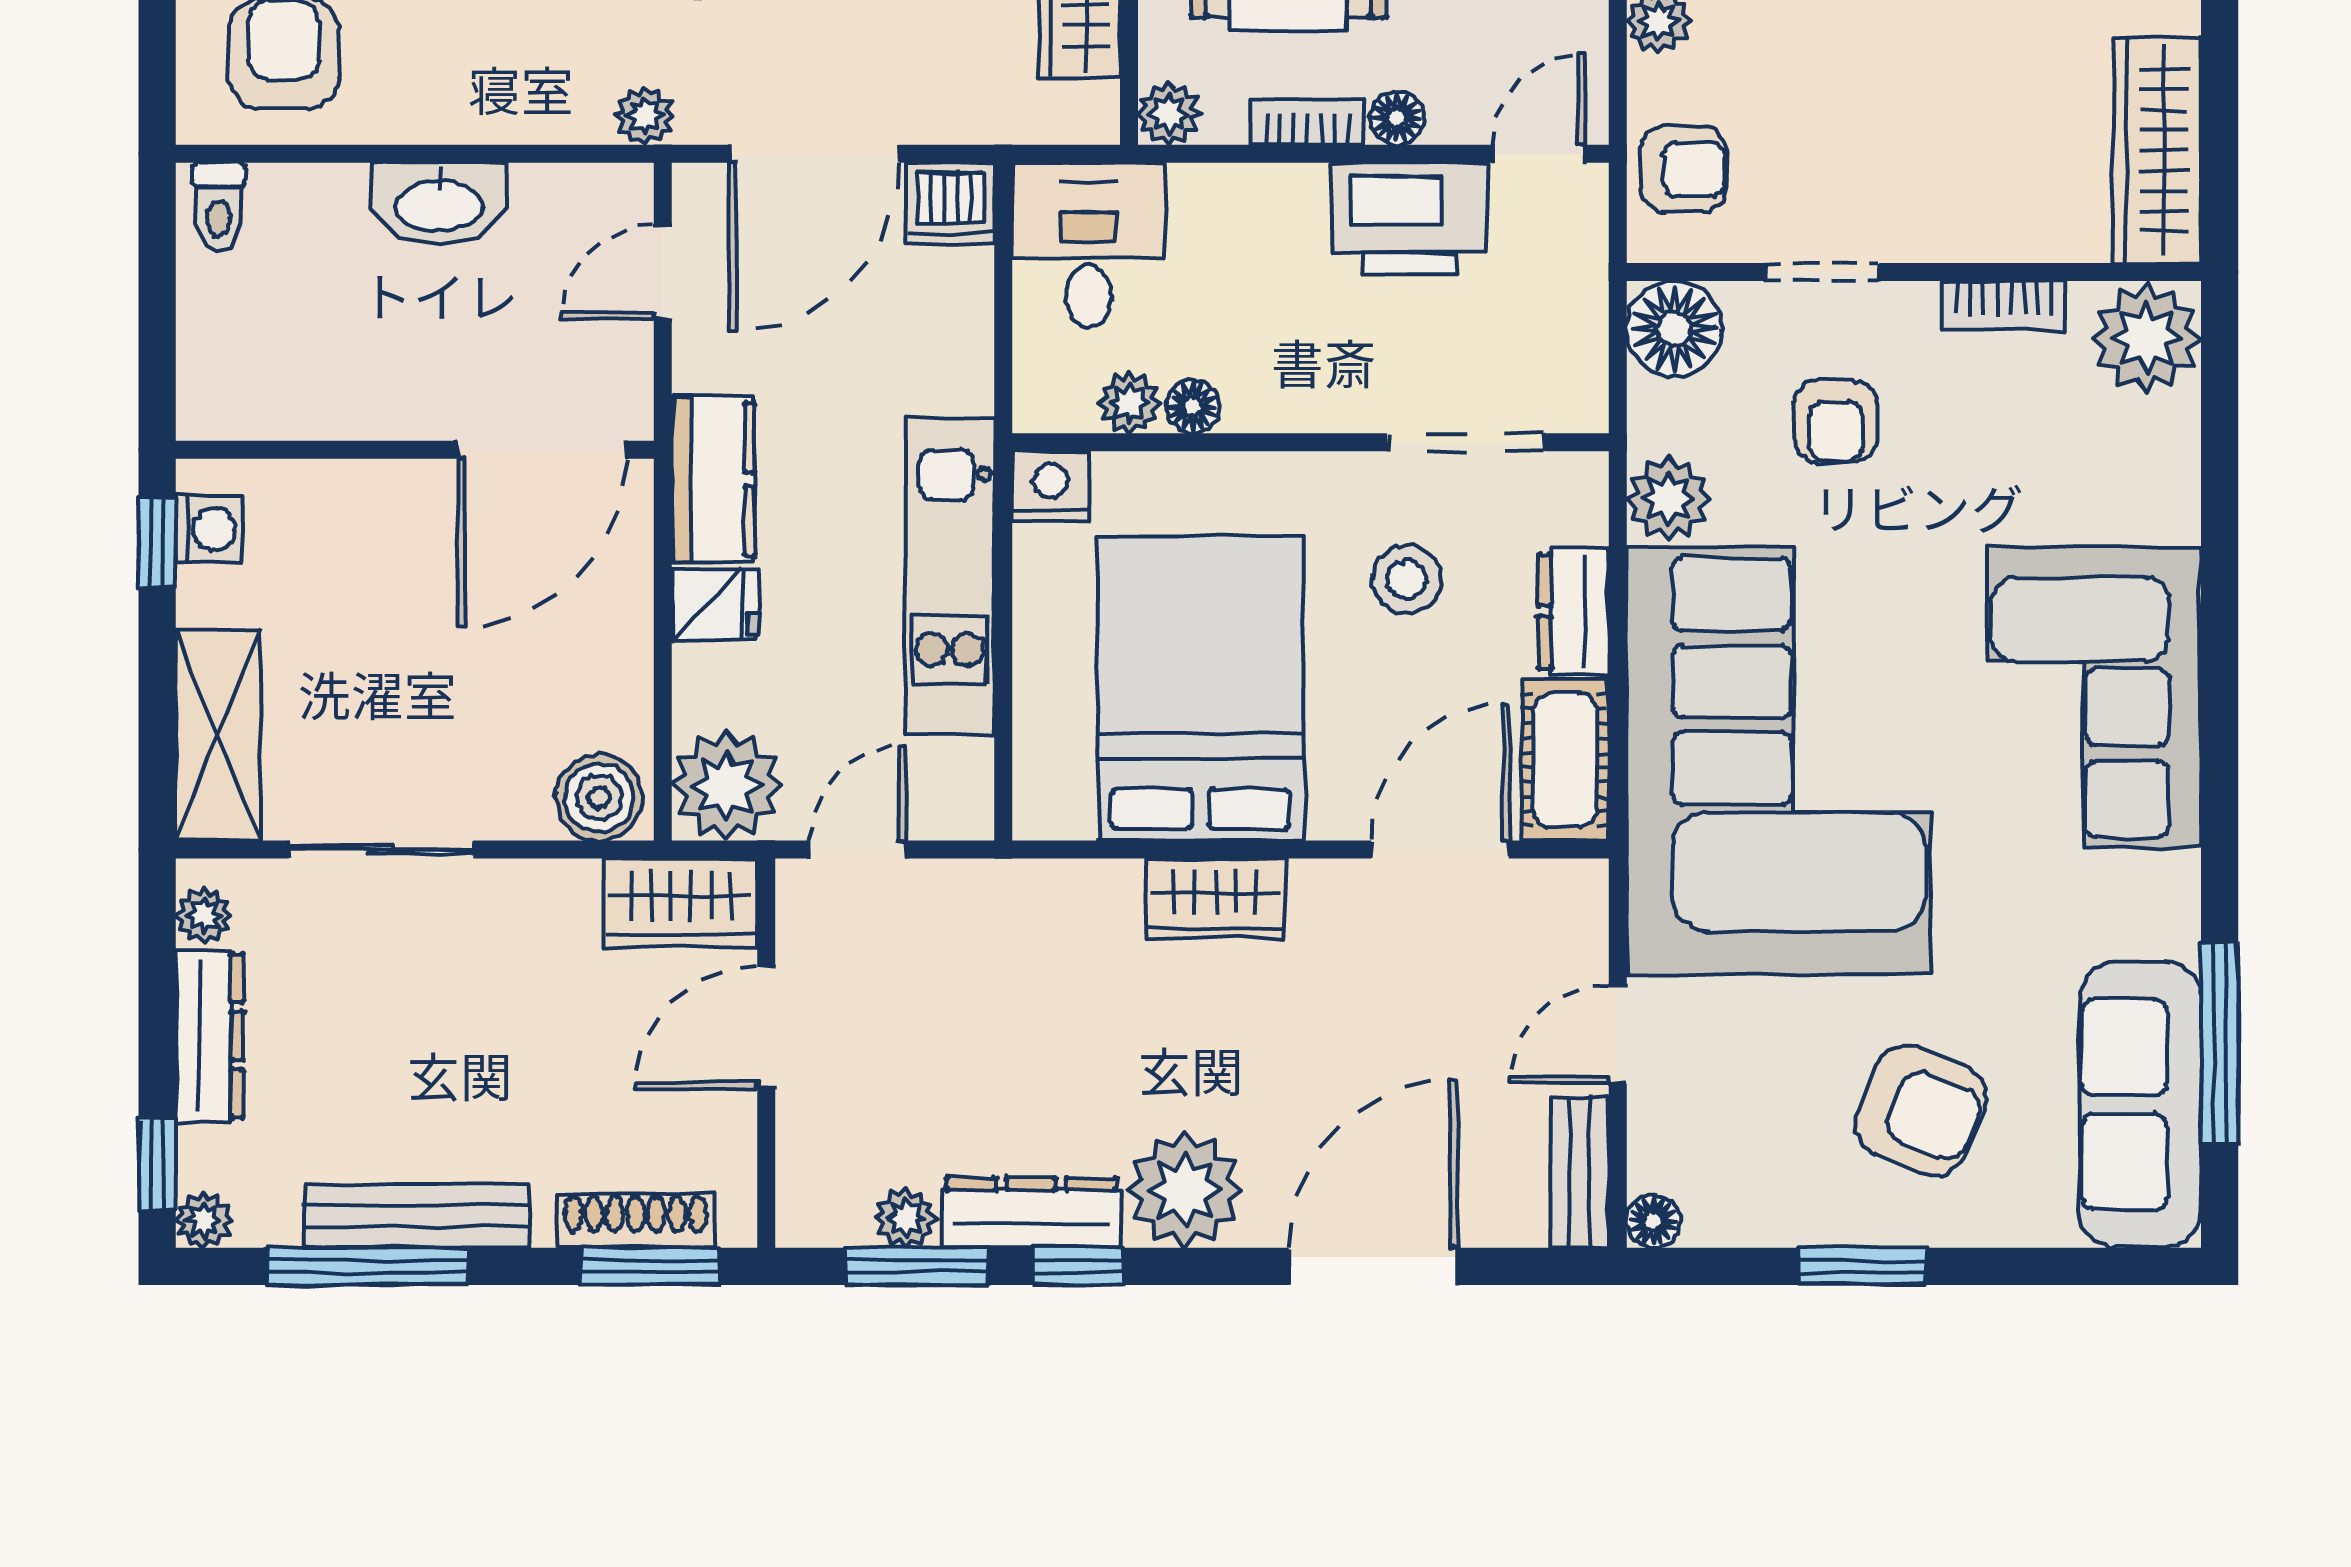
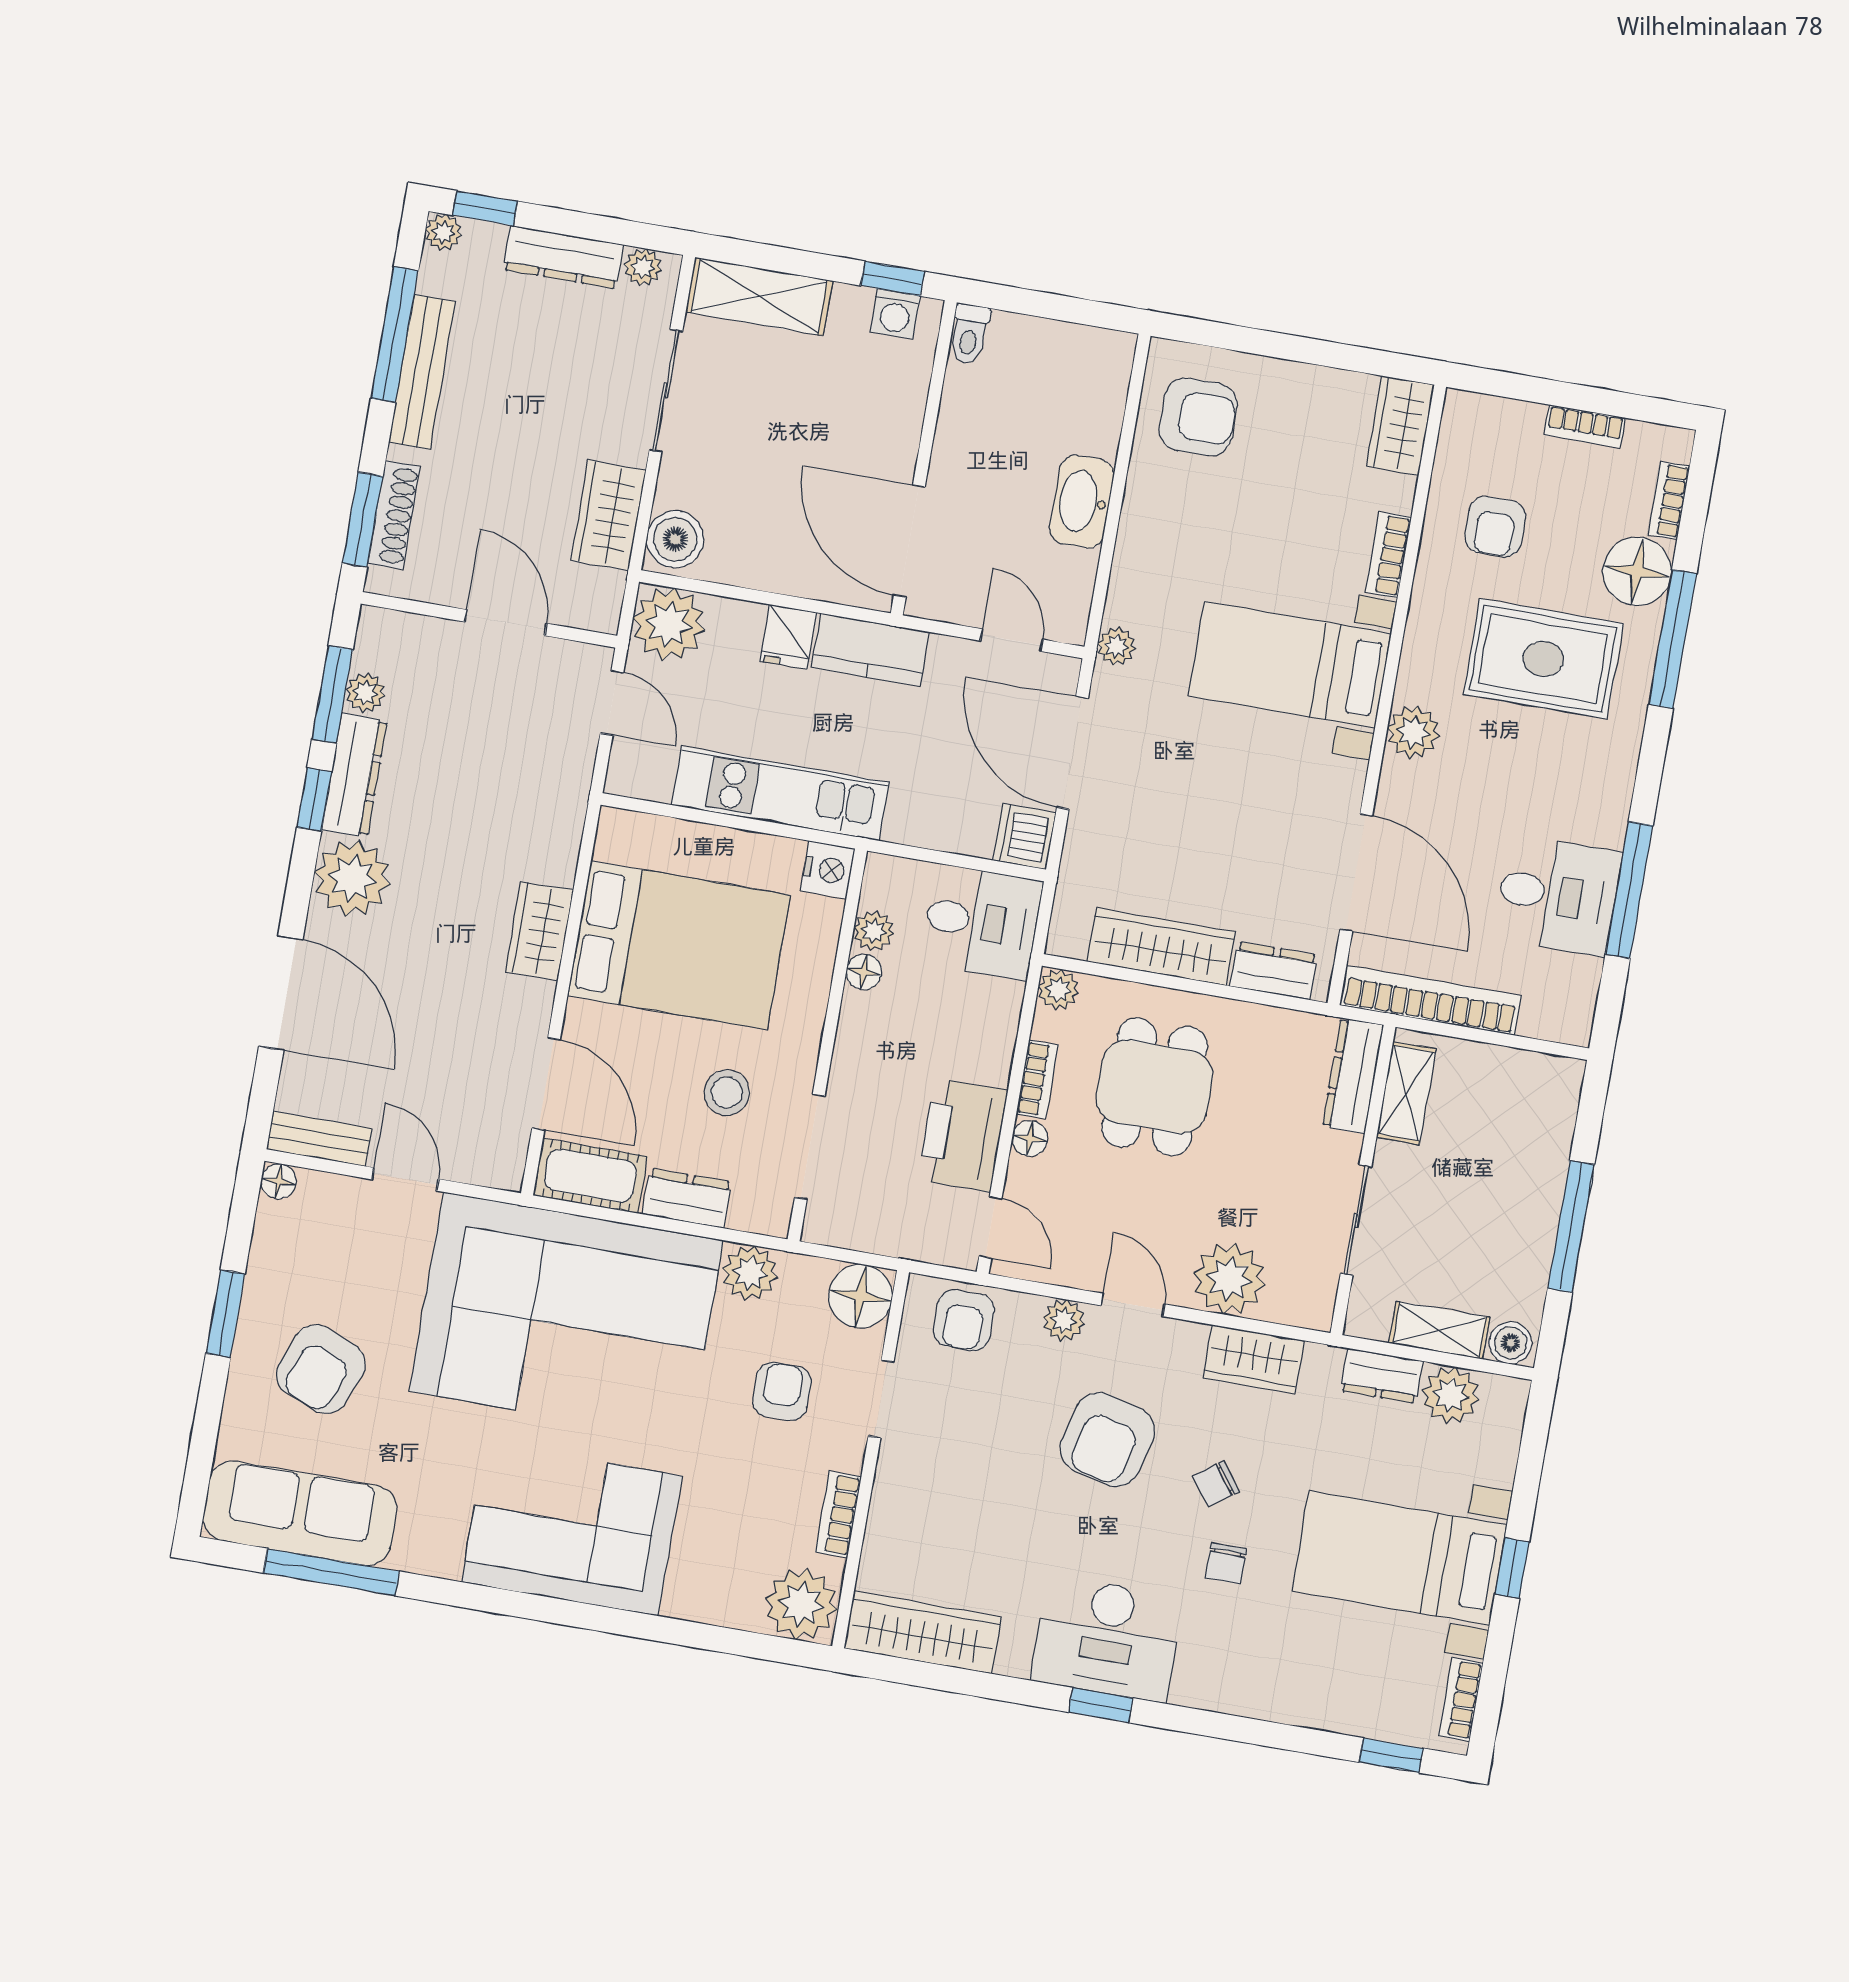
toilet: (219, 207) -> (969, 334), moved, turned -90
armchair: (1836, 421) -> (782, 1391), turned 90
wardrobe: (681, 903) -> (608, 515), moved

